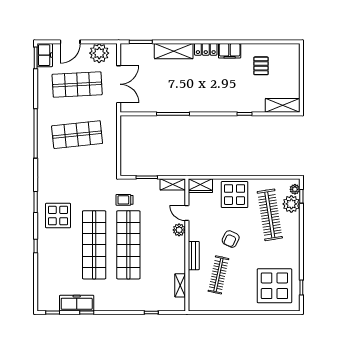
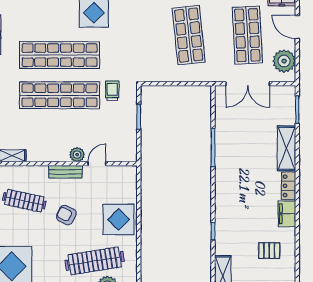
shelving: (173, 184) -> (130, 147), removed
wardrobe: (200, 186) -> (129, 180), removed
bench: (194, 256) -> (65, 172), moved

